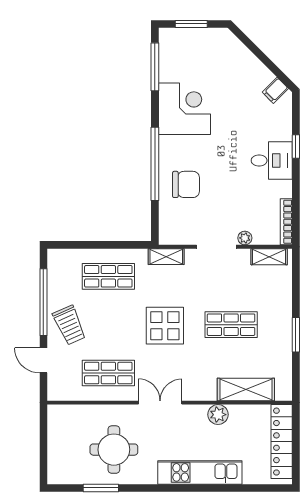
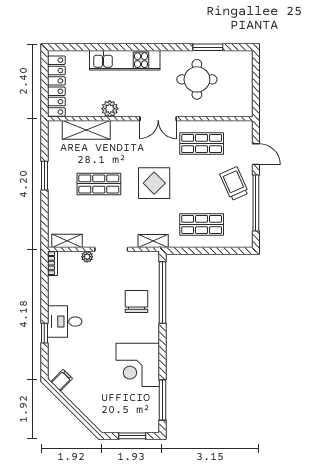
window: (155, 164) -> (163, 293), moved
chair: (186, 184) -> (136, 301), turned 90
bookcase: (286, 222) -> (53, 263), width x0.64

